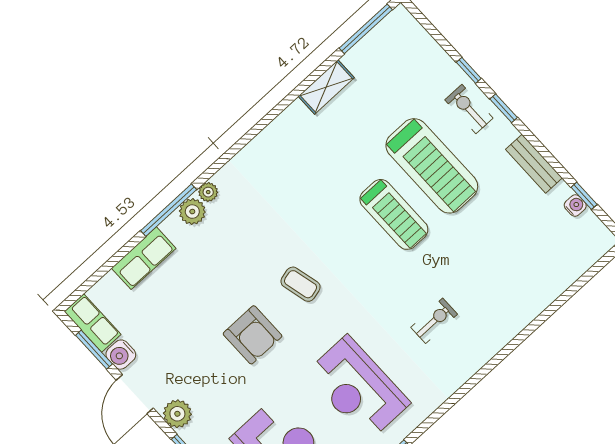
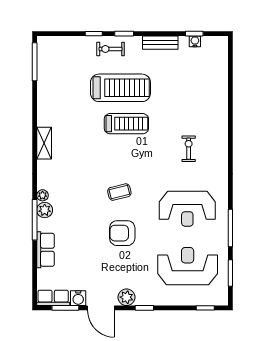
shelving: (326, 87) -> (44, 143), moved
armchair: (253, 335) -> (122, 233), turned 180

